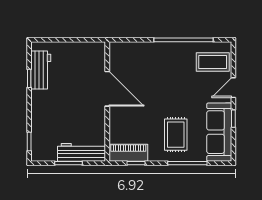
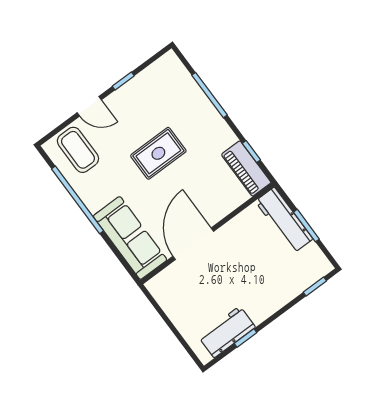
sofa: (219, 132) -> (130, 238), moved, turned -90
rug: (176, 135) -> (158, 153), moved

